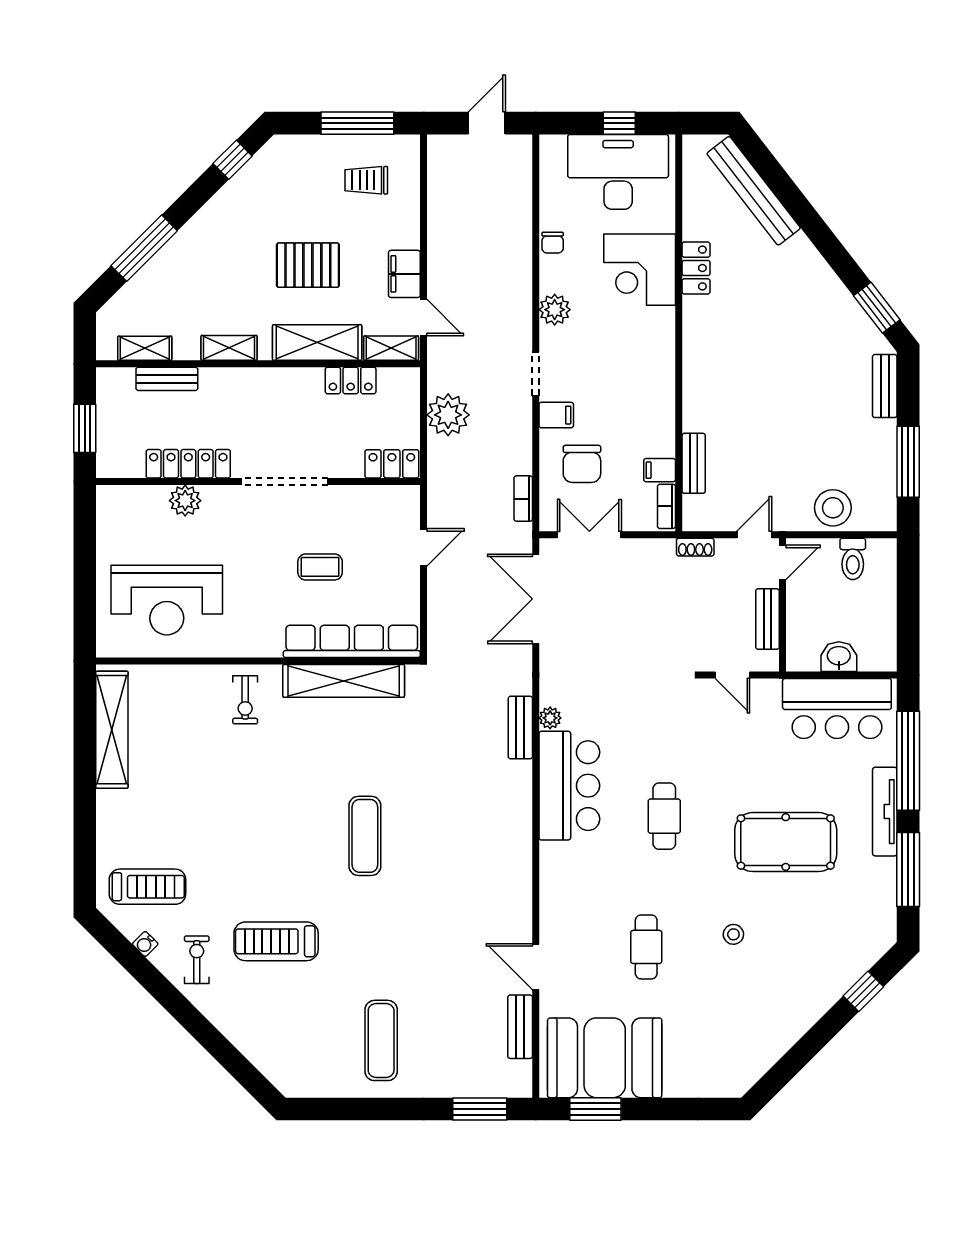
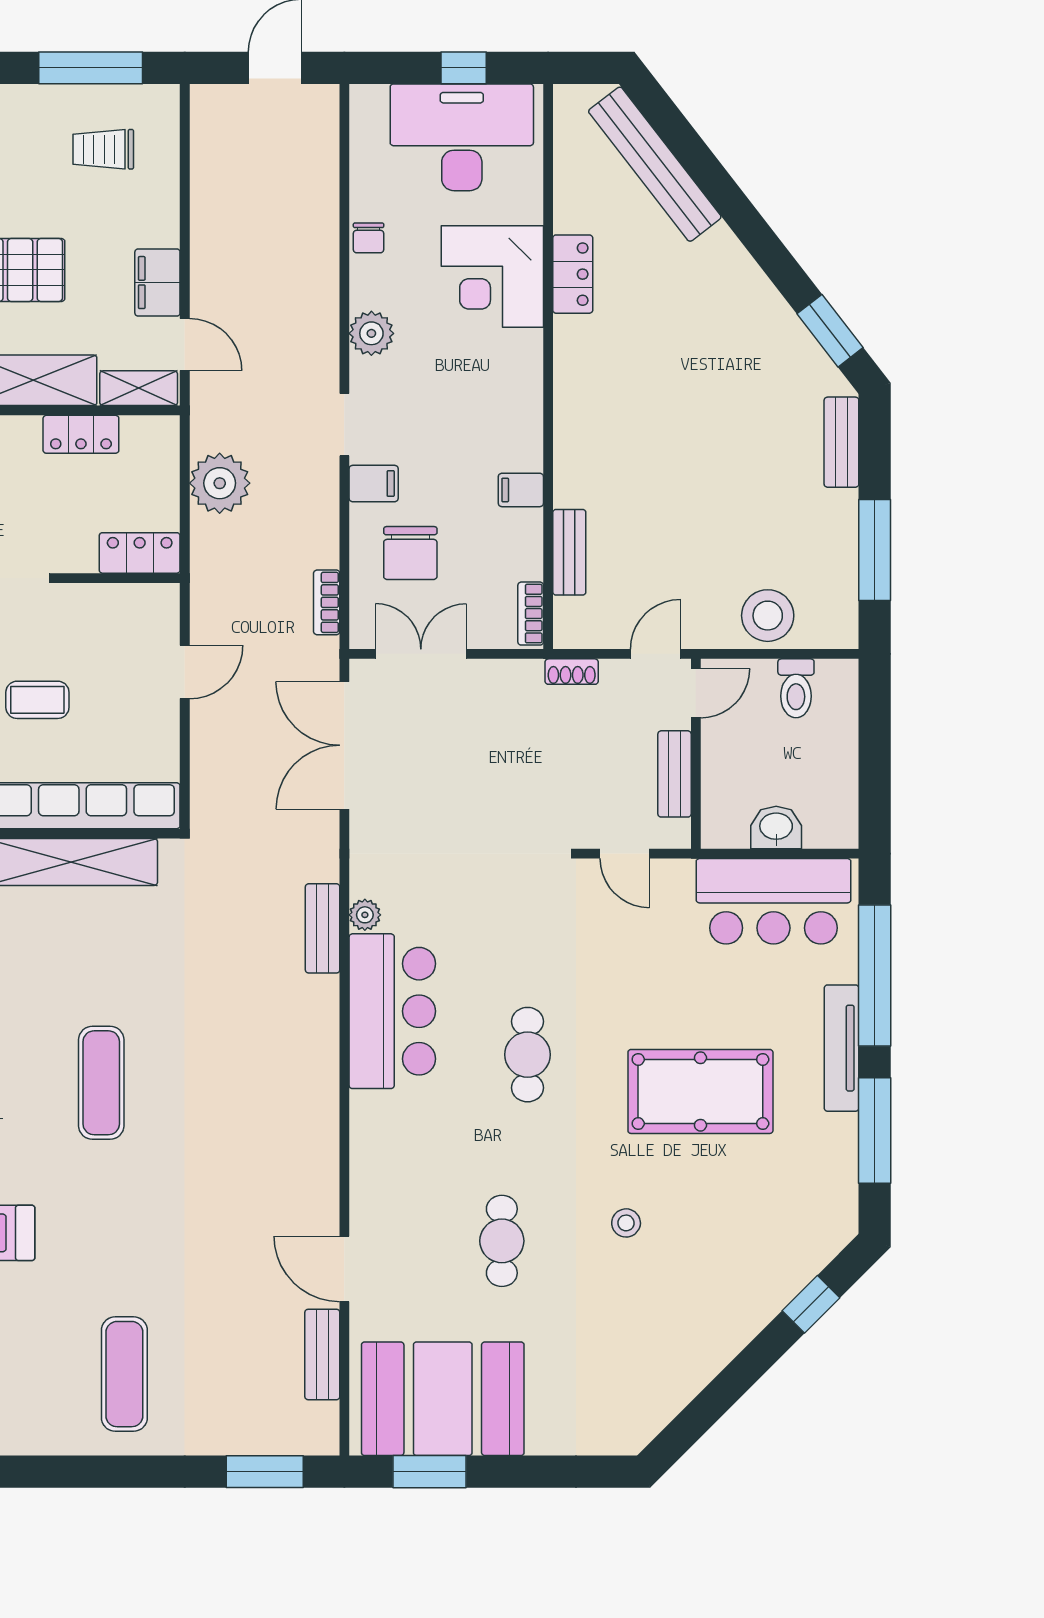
filing cabinet: (660, 470) -> (521, 490), moved

